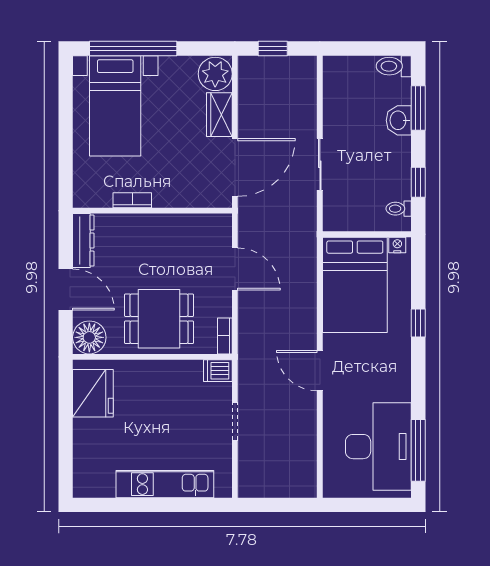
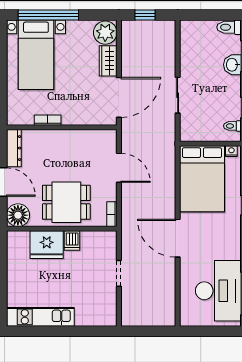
dishwasher: (218, 371) -> (72, 240), moved, turned -90
door: (320, 371) -> (178, 238), width x1.36
fridge: (93, 393) -> (47, 245), moved, turned 90
kitchen unit: (165, 484) -> (40, 317), moved

